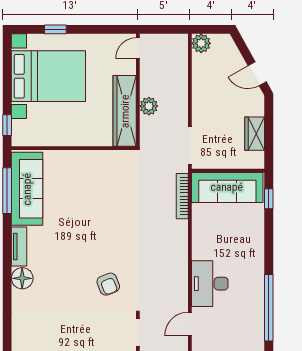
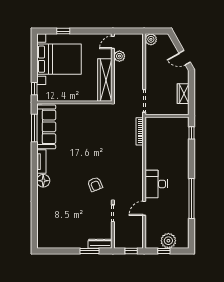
plant: (149, 106) -> (119, 56), moved
sofa: (227, 187) -> (167, 126), removed

